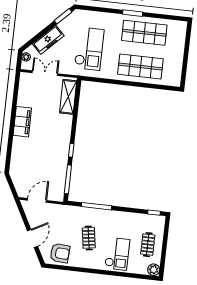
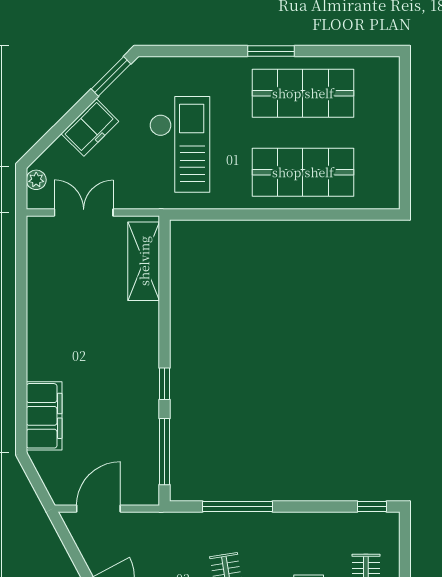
freezer: (48, 40) -> (90, 127), width x0.71
filing cabinet: (22, 122) -> (44, 416), moved

